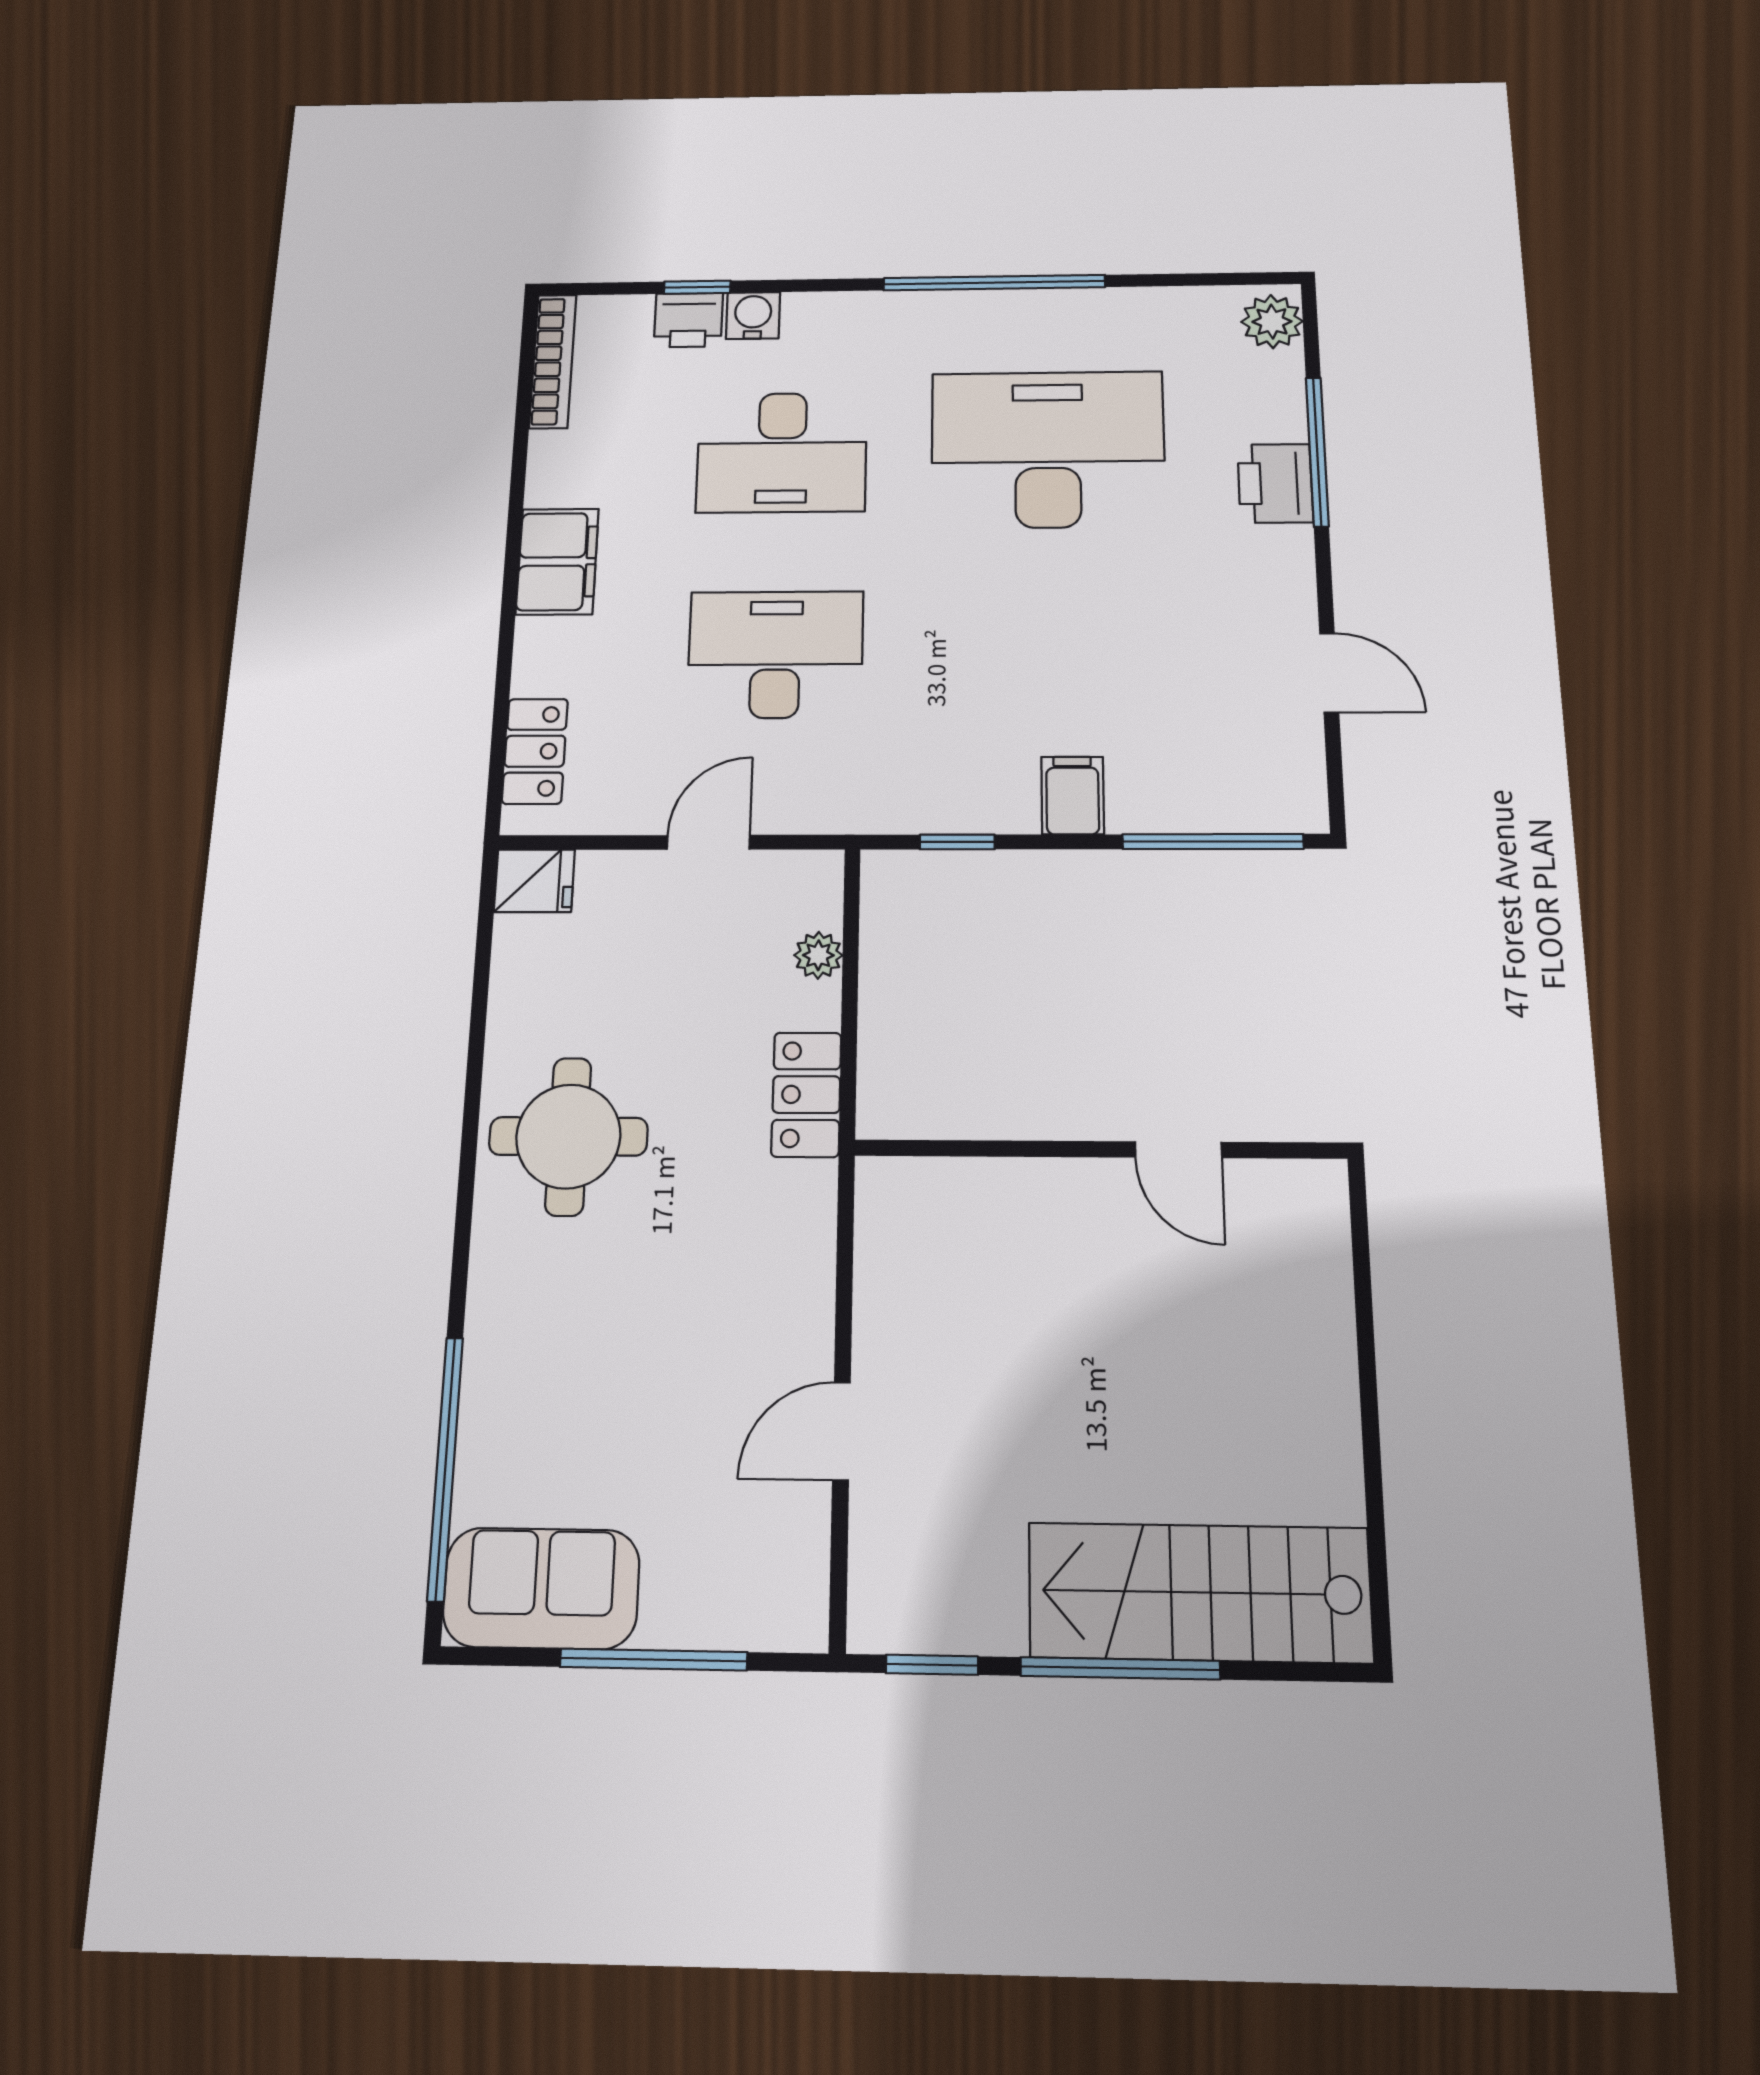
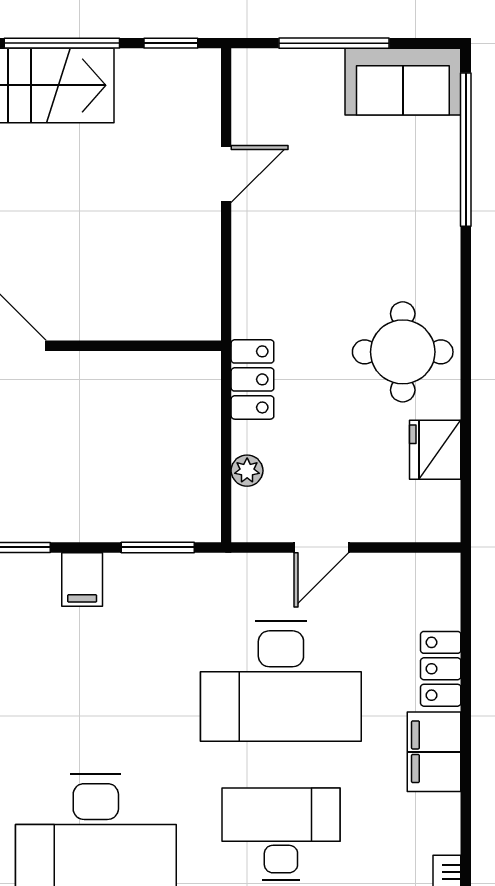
desk: (775, 654) -> (281, 681), width x1.36, depth x1.30
locker: (535, 751) -> (441, 669), moved
window: (957, 842) -> (158, 547), width x1.50
fridge: (534, 881) -> (435, 450), moved, width x1.38

